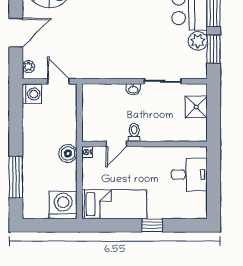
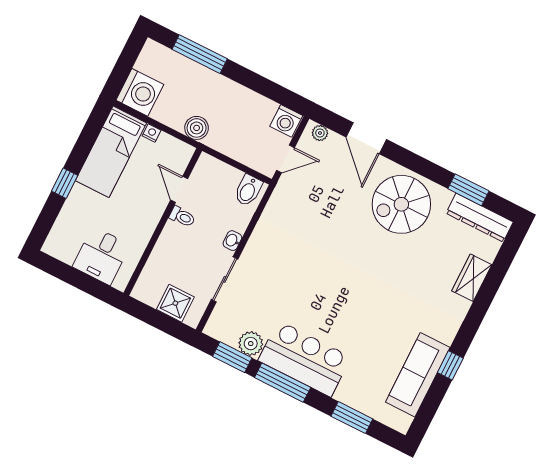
bidet: (93, 96) -> (248, 190), added
nightstand: (87, 152) -> (152, 133), moved

